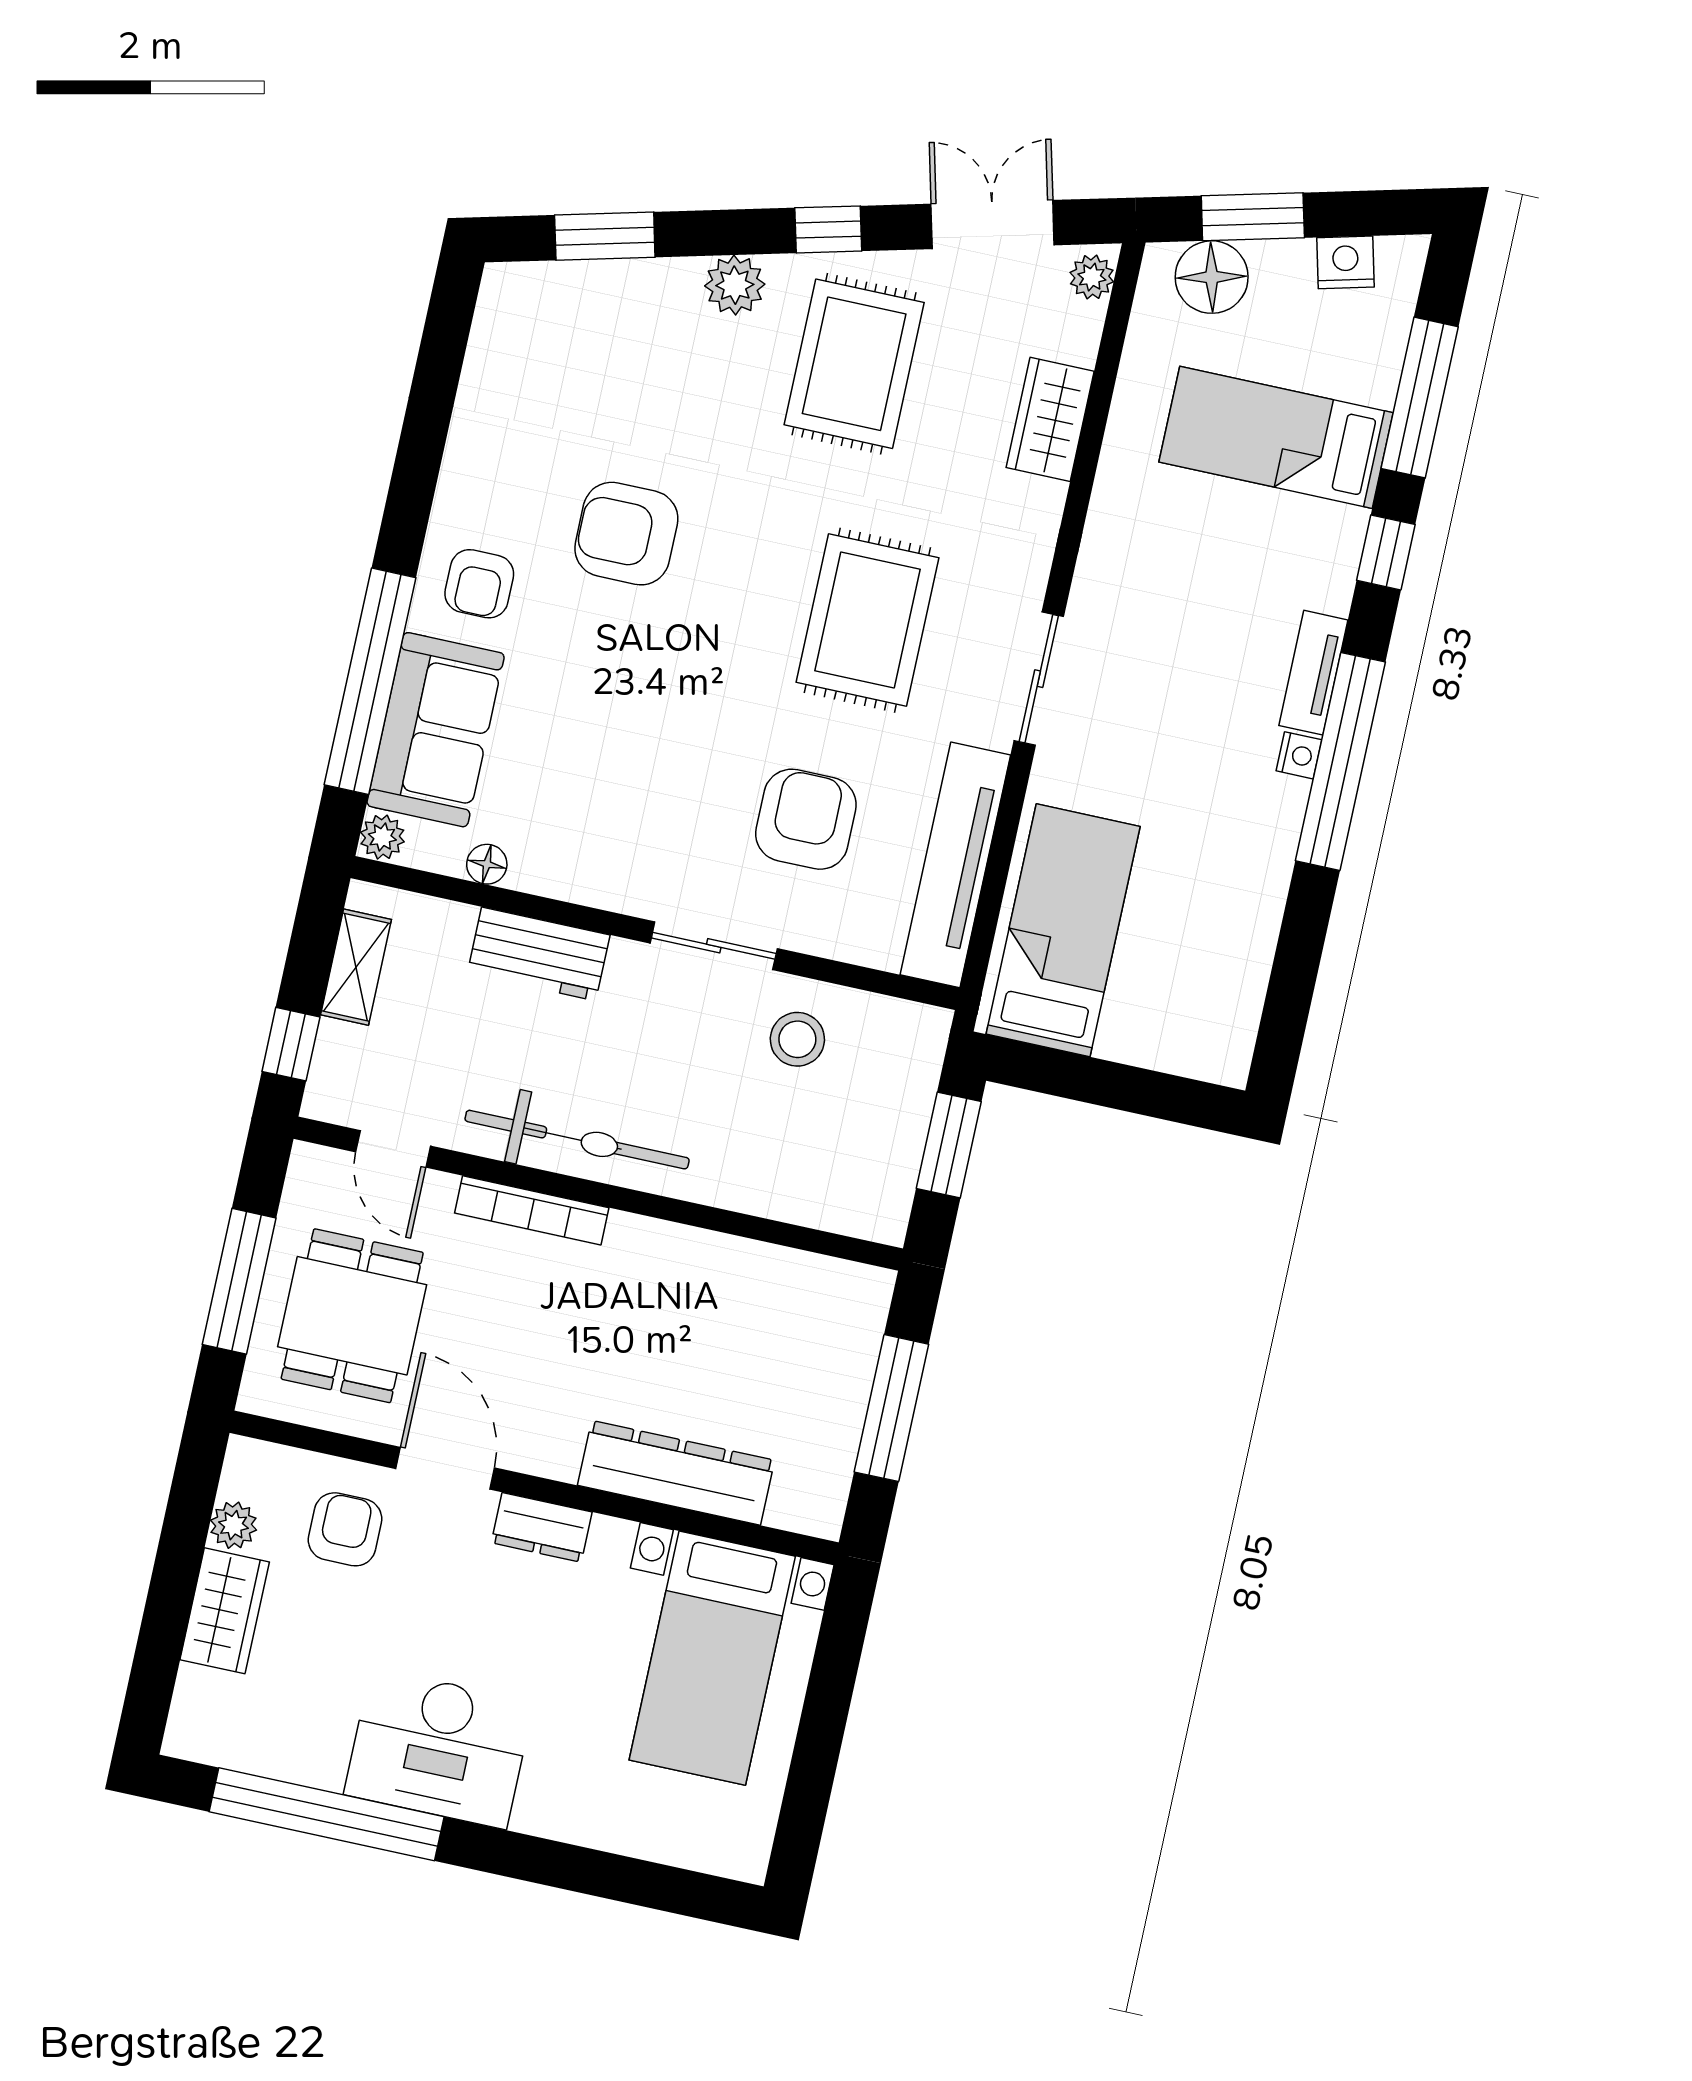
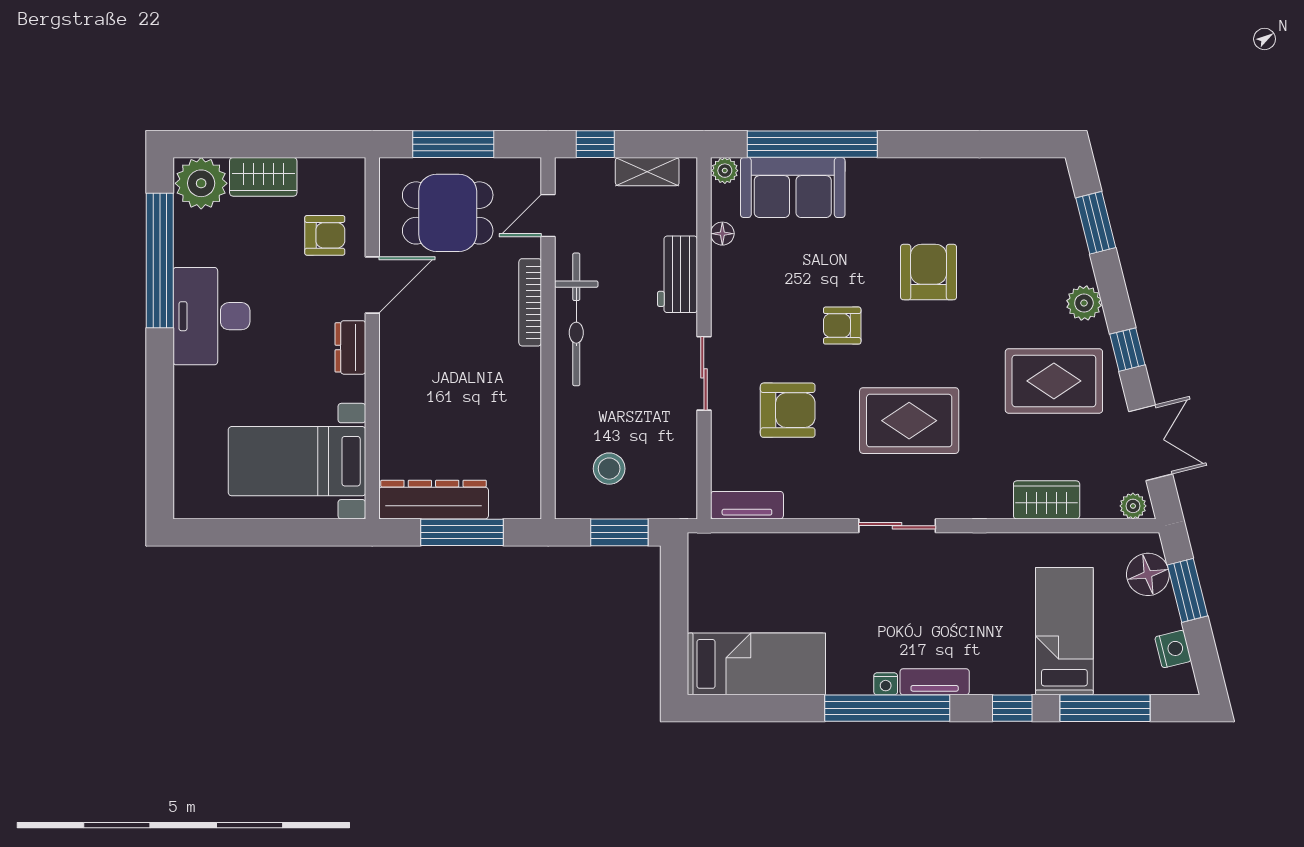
armchair: (479, 584) -> (842, 326), moved
tv unit: (955, 865) -> (747, 505), width x0.52, depth x0.78
bed: (1063, 930) -> (756, 664), moved
stool: (797, 1039) -> (609, 469), moved
dresser: (676, 1473) -> (434, 500), moved, turned -90
plant: (234, 1525) -> (201, 183), moved, width x1.87, depth x1.87

